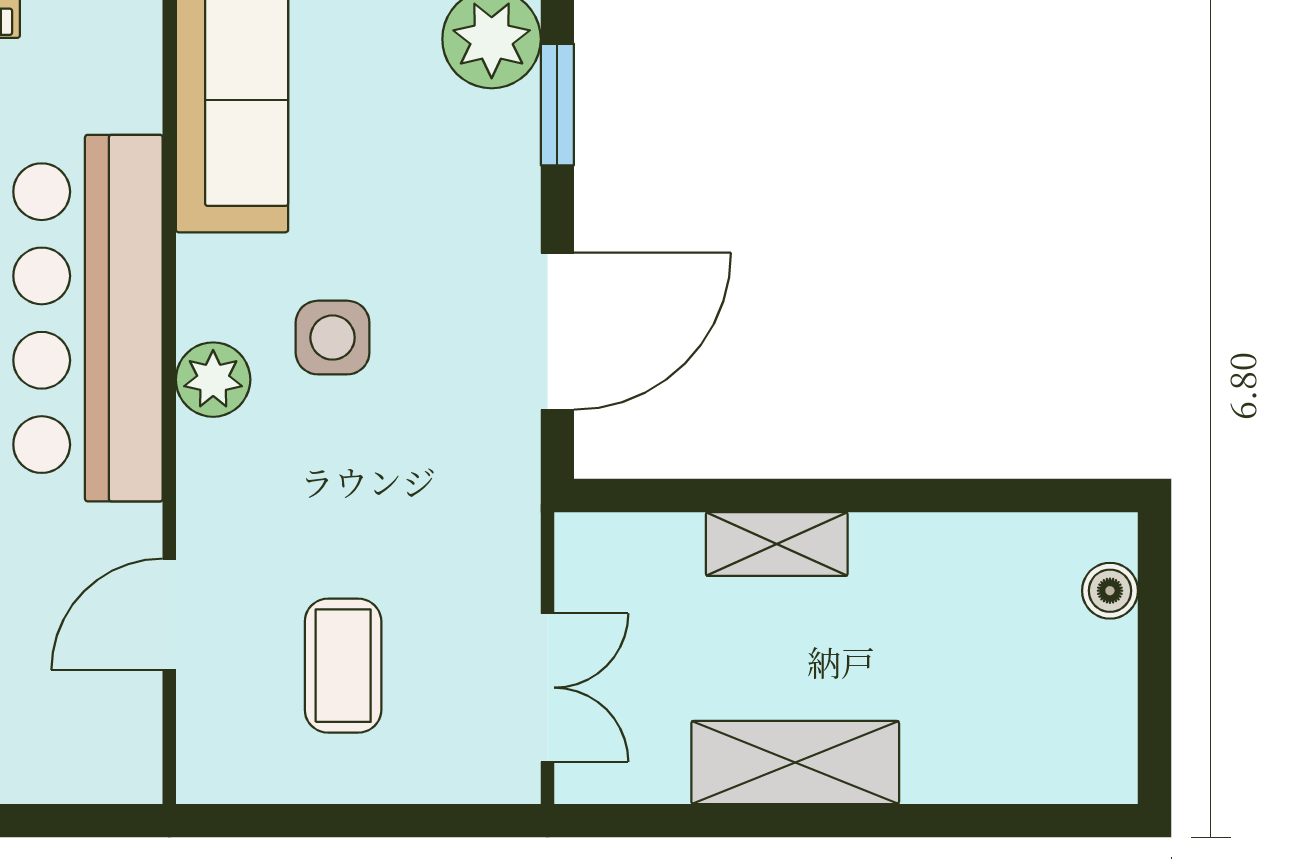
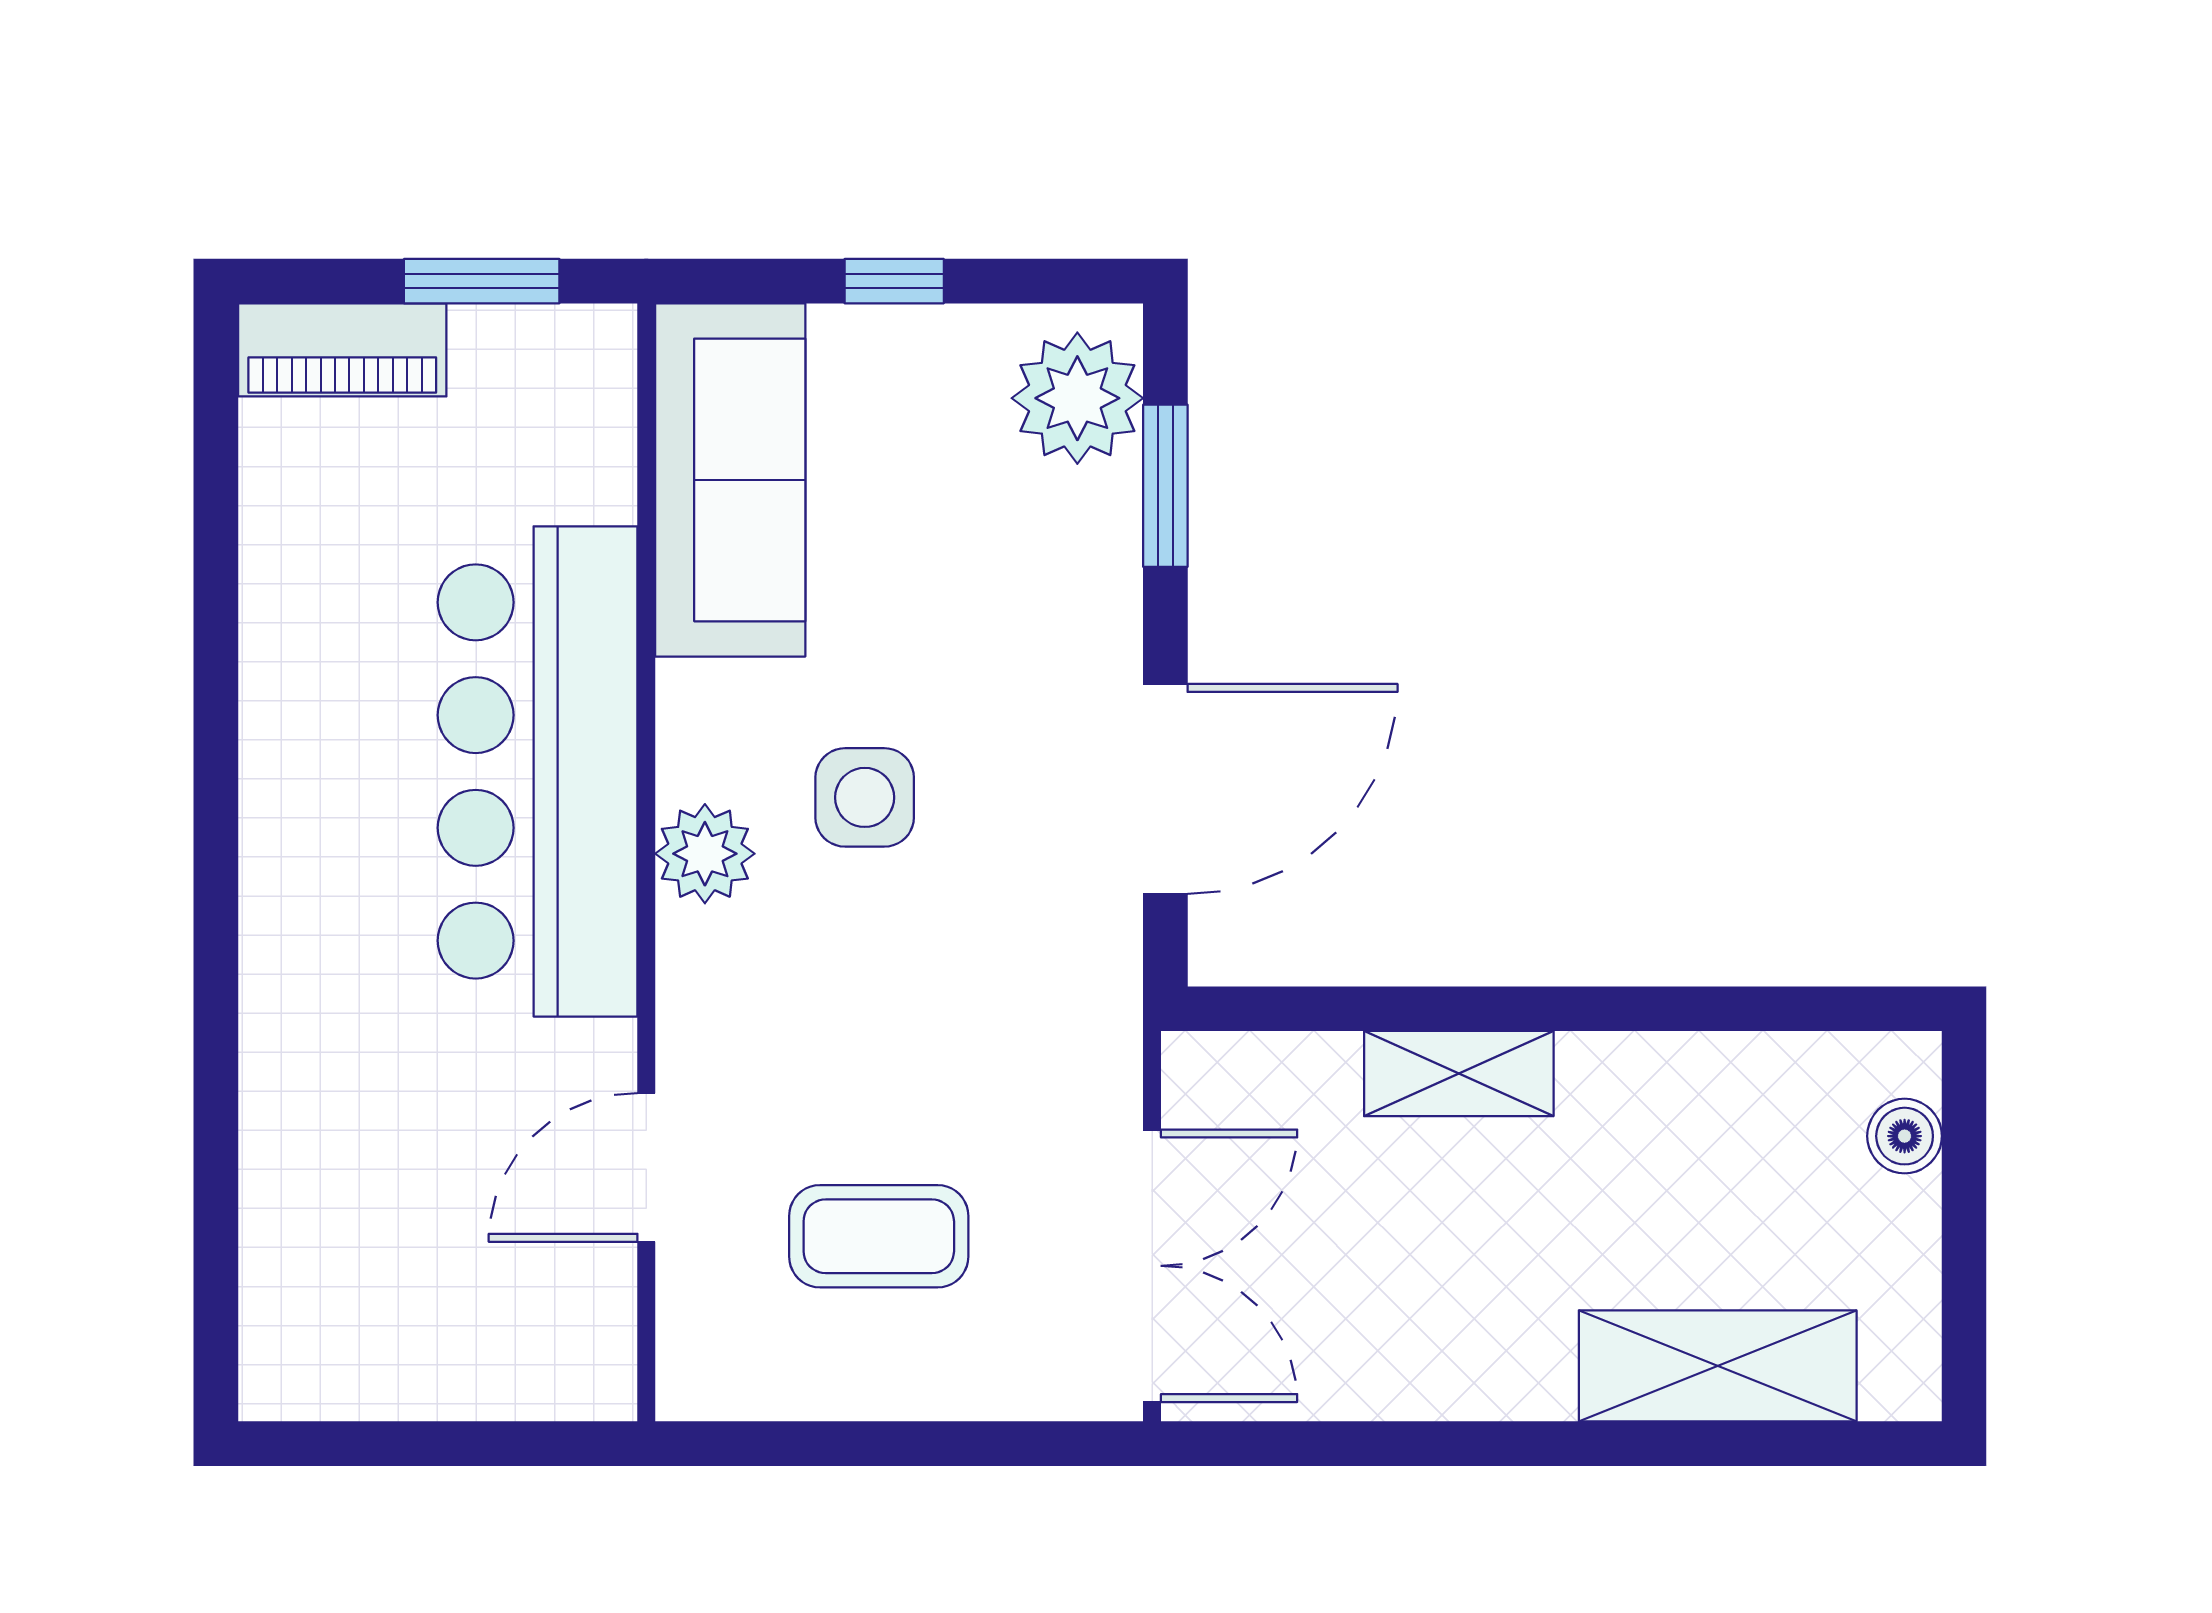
coffee table: (343, 666) -> (879, 1236), turned 90
double door: (547, 688) -> (1152, 1266), width x1.37
shelving: (795, 763) -> (1718, 1366), moved

